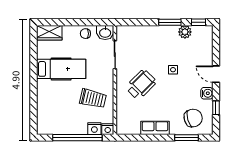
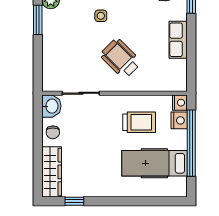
wardrobe: (49, 33) -> (52, 172), width x1.50
window: (34, 50) -> (74, 201), added
hospital bed: (61, 69) -> (154, 163), moved, turned -90
trolley: (93, 98) -> (139, 122), turned 77

